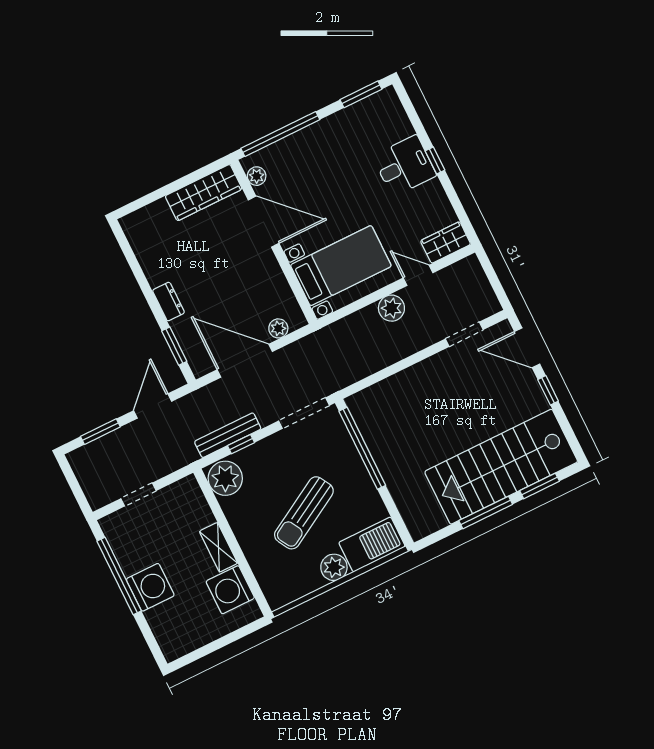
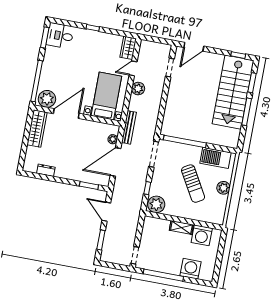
desk: (404, 166) -> (60, 36), moved, turned -90
plant: (257, 176) -> (47, 99), width x1.88, depth x1.88
dresser: (168, 302) -> (46, 170), moved
window: (548, 390) -> (238, 55), moved
bench: (228, 435) -> (129, 127), moved
doorway: (138, 495) -> (135, 255), moved
barbecue: (372, 545) -> (215, 158), moved, turned -90
washing machine: (150, 587) -> (191, 269), moved

